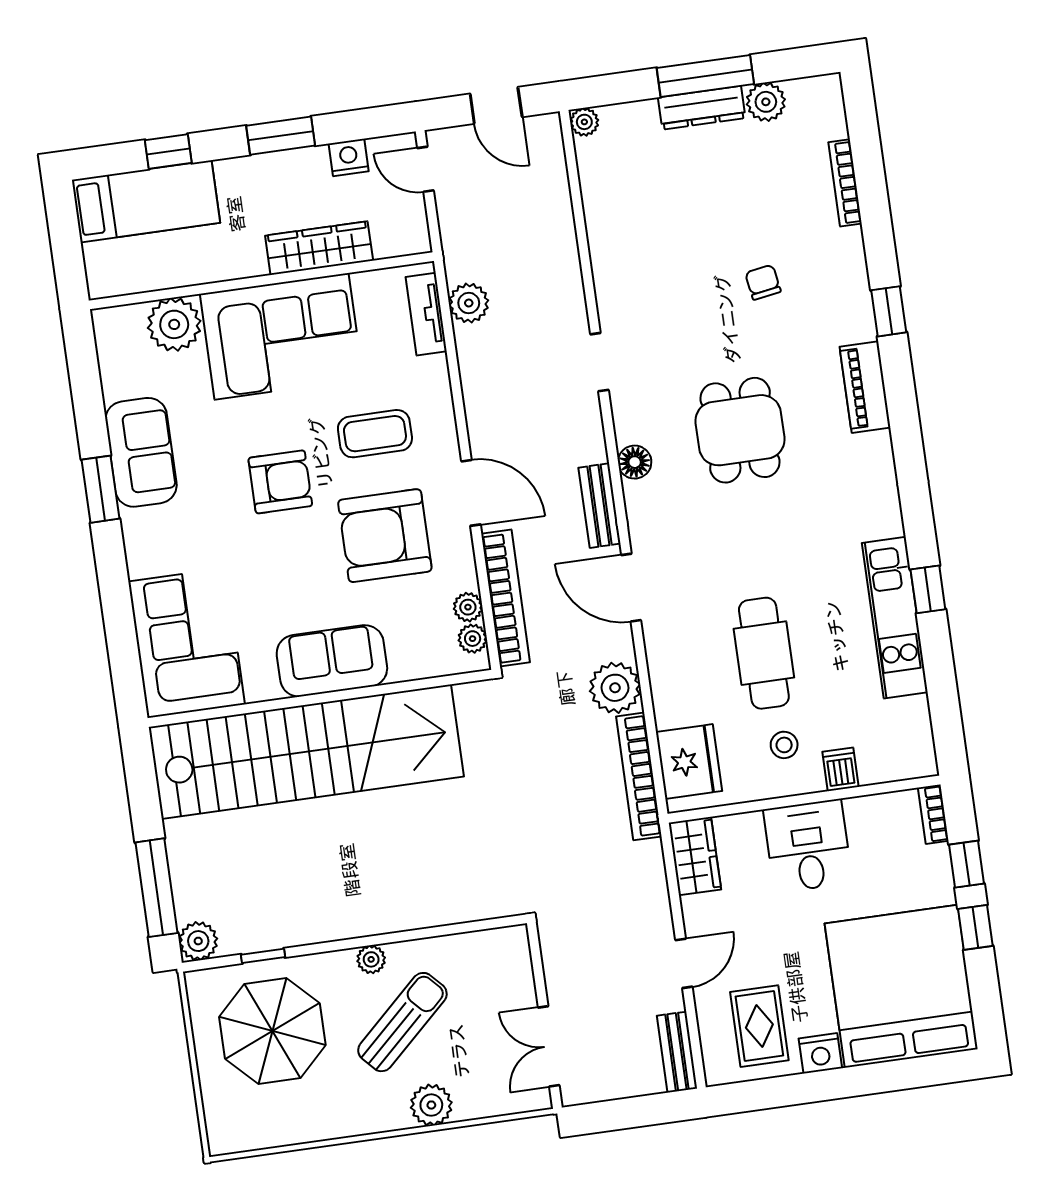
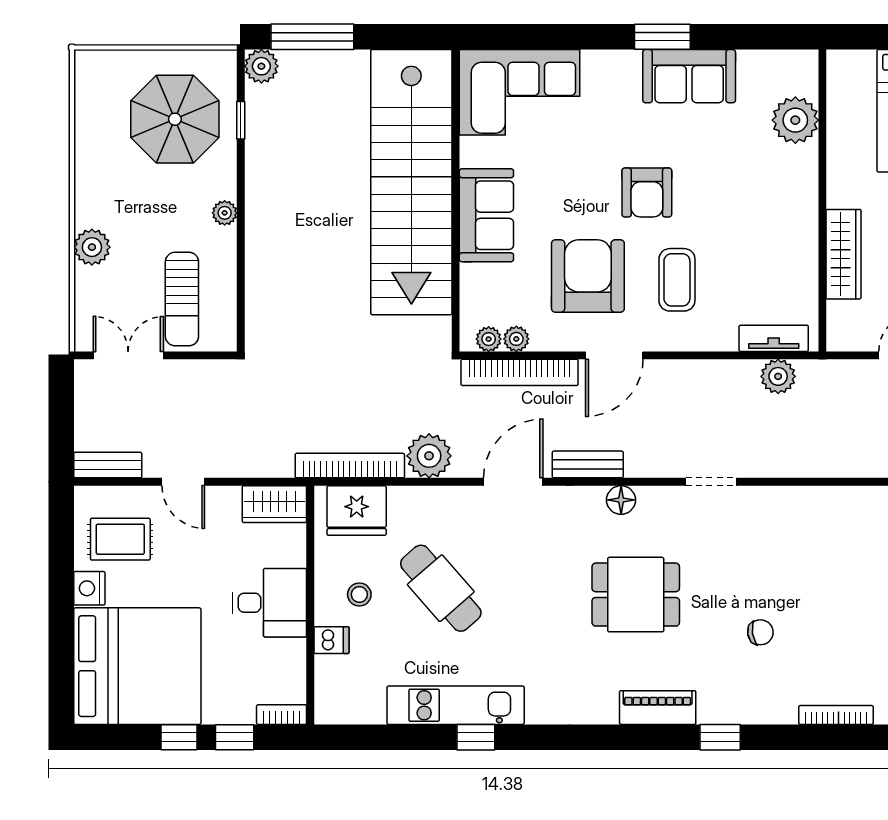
corner sofa: (282, 336) -> (772, 211), removed
cafe table: (764, 653) -> (441, 588), turned 49
sun lounger: (402, 1022) -> (182, 299), moved, turned 43

